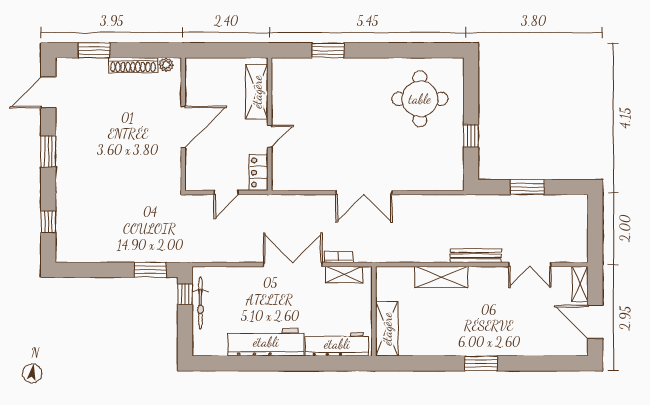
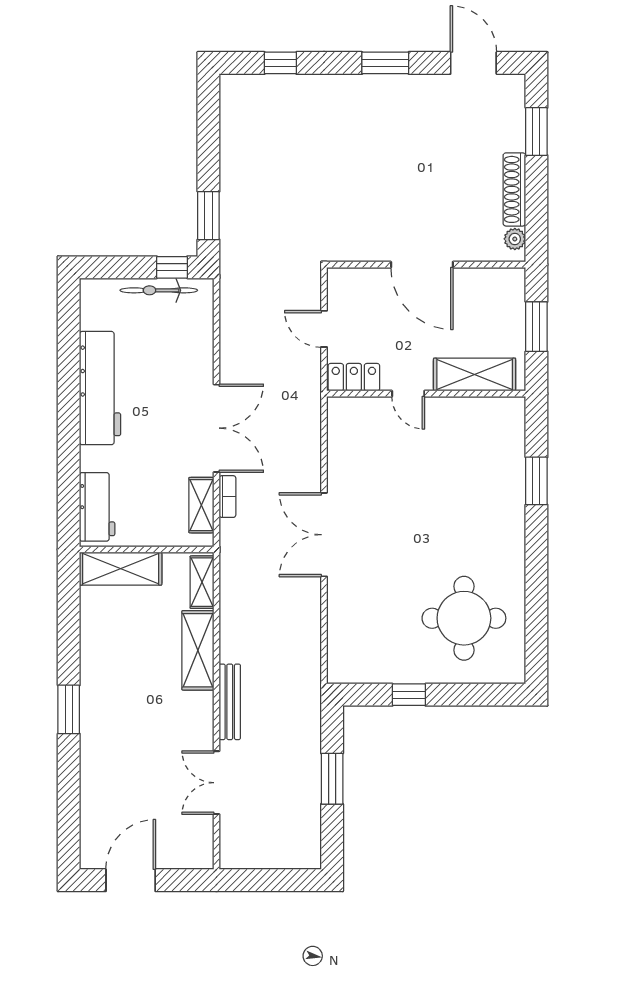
window: (225, 50) -> (536, 327), added
shelving: (580, 284) -> (202, 582), moved, turned 90
workbench: (337, 344) -> (97, 507), width x0.73

